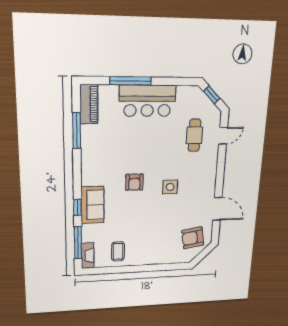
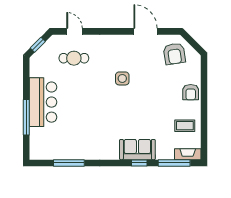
piano: (89, 104) -> (46, 152), removed
armchair: (134, 182) -> (191, 92), moved, turned 90
door: (217, 209) -> (145, 31), hinge flipped

